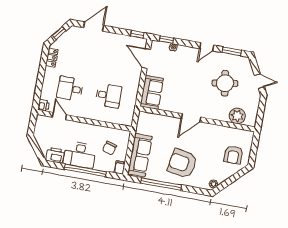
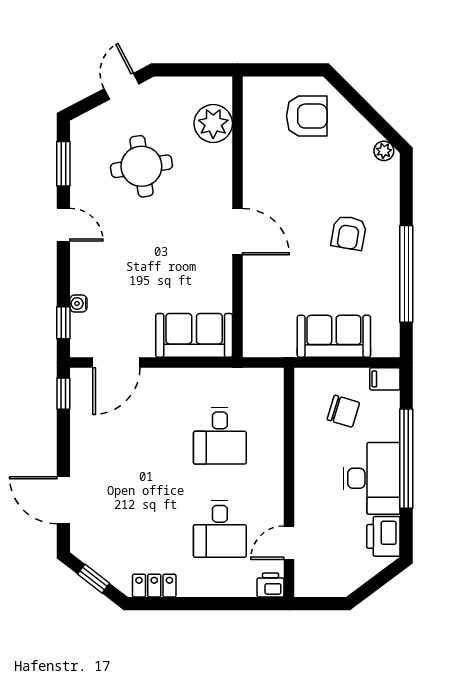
desk: (108, 96) -> (220, 436), turned 180
sofa: (140, 155) -> (334, 336), width x0.73
armchair: (182, 163) -> (349, 233), width x0.53, depth x0.53

